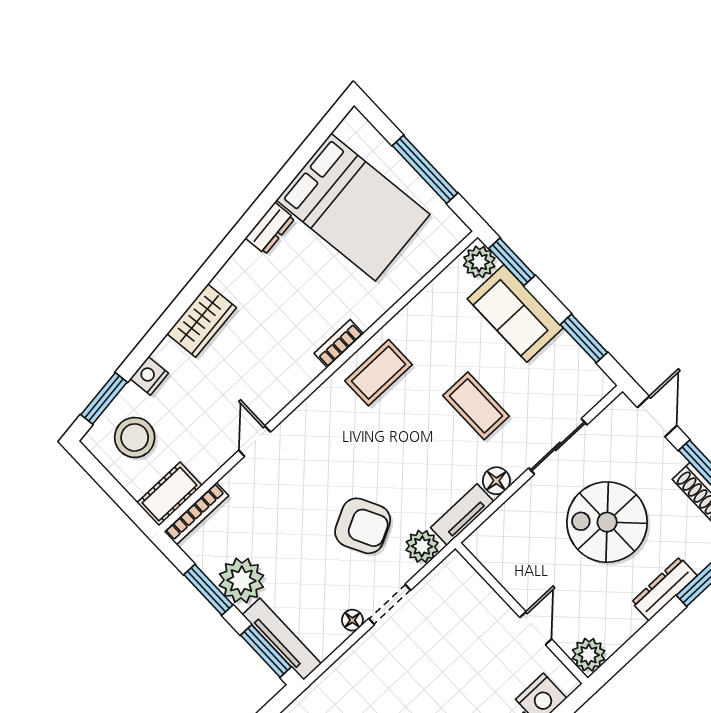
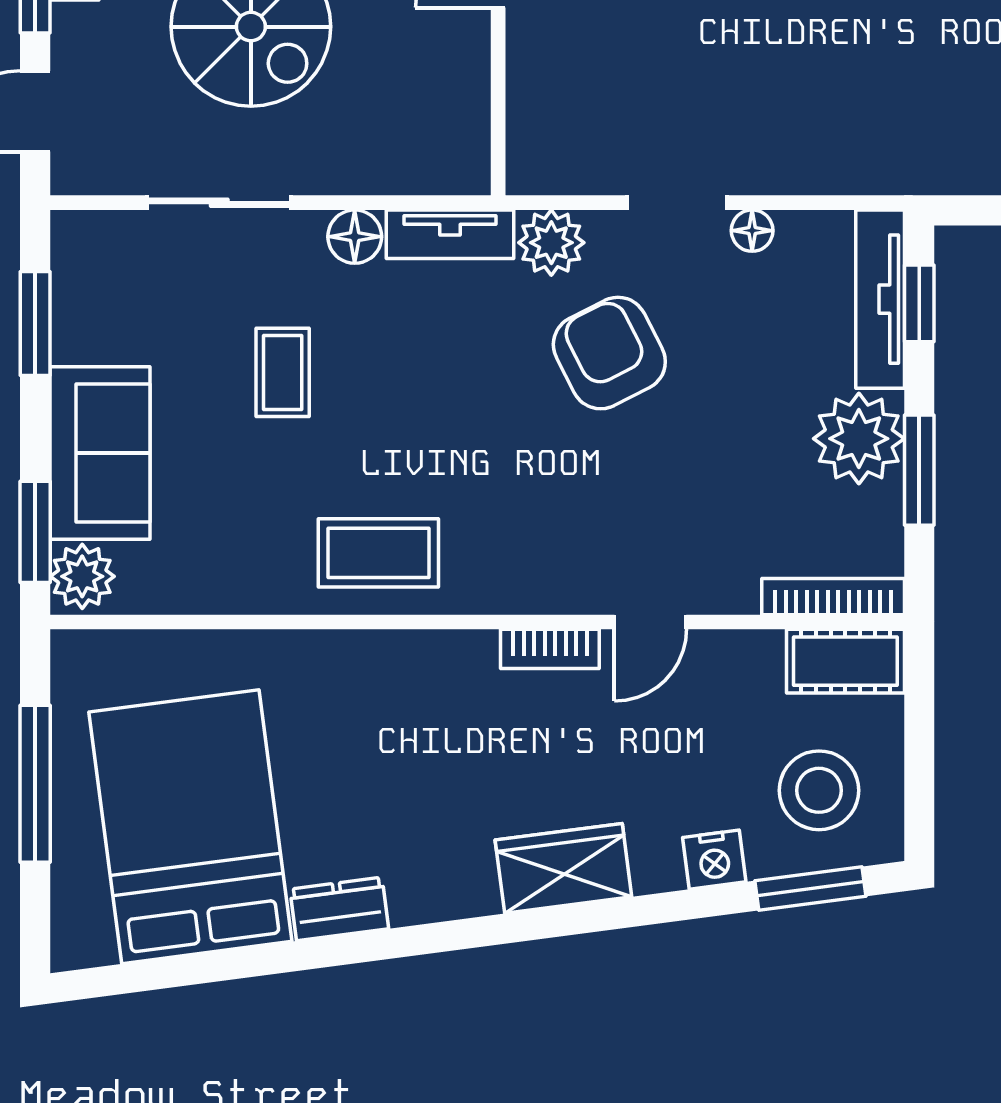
bookcase: (339, 344) -> (550, 649), moved
coffee table: (476, 406) -> (283, 372), width x0.73, depth x0.77
window: (266, 651) -> (919, 303), width x0.67

